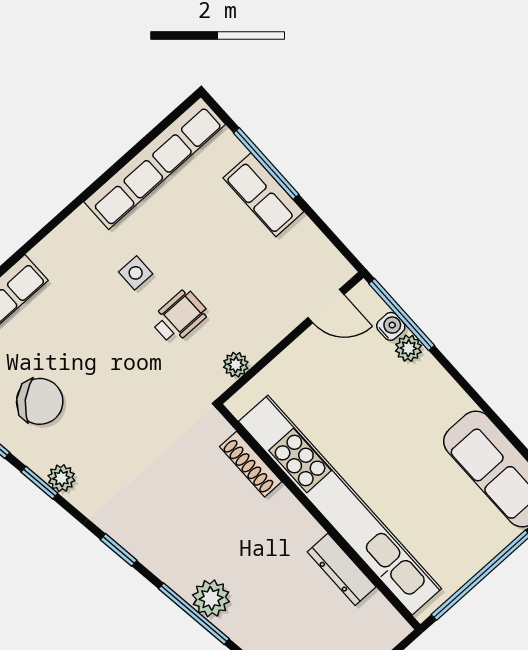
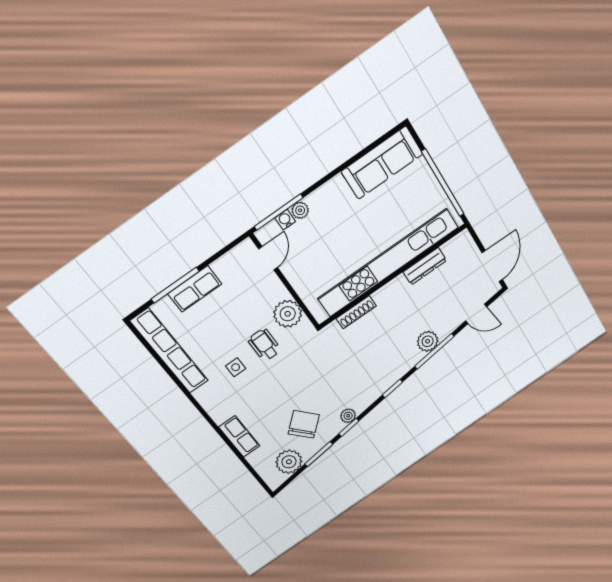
plant: (236, 365) -> (288, 314), width x1.88, depth x1.88

